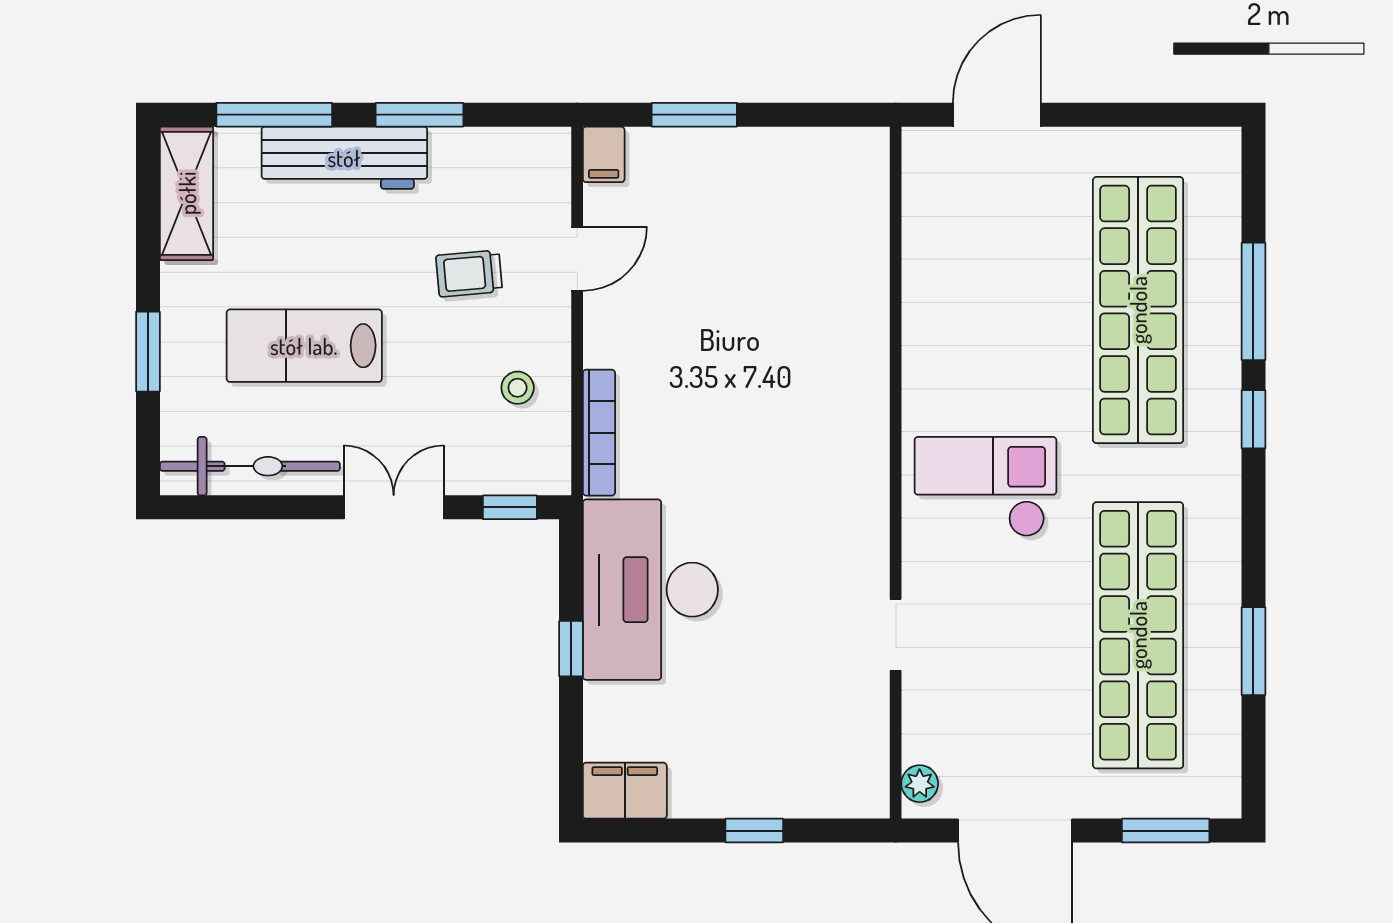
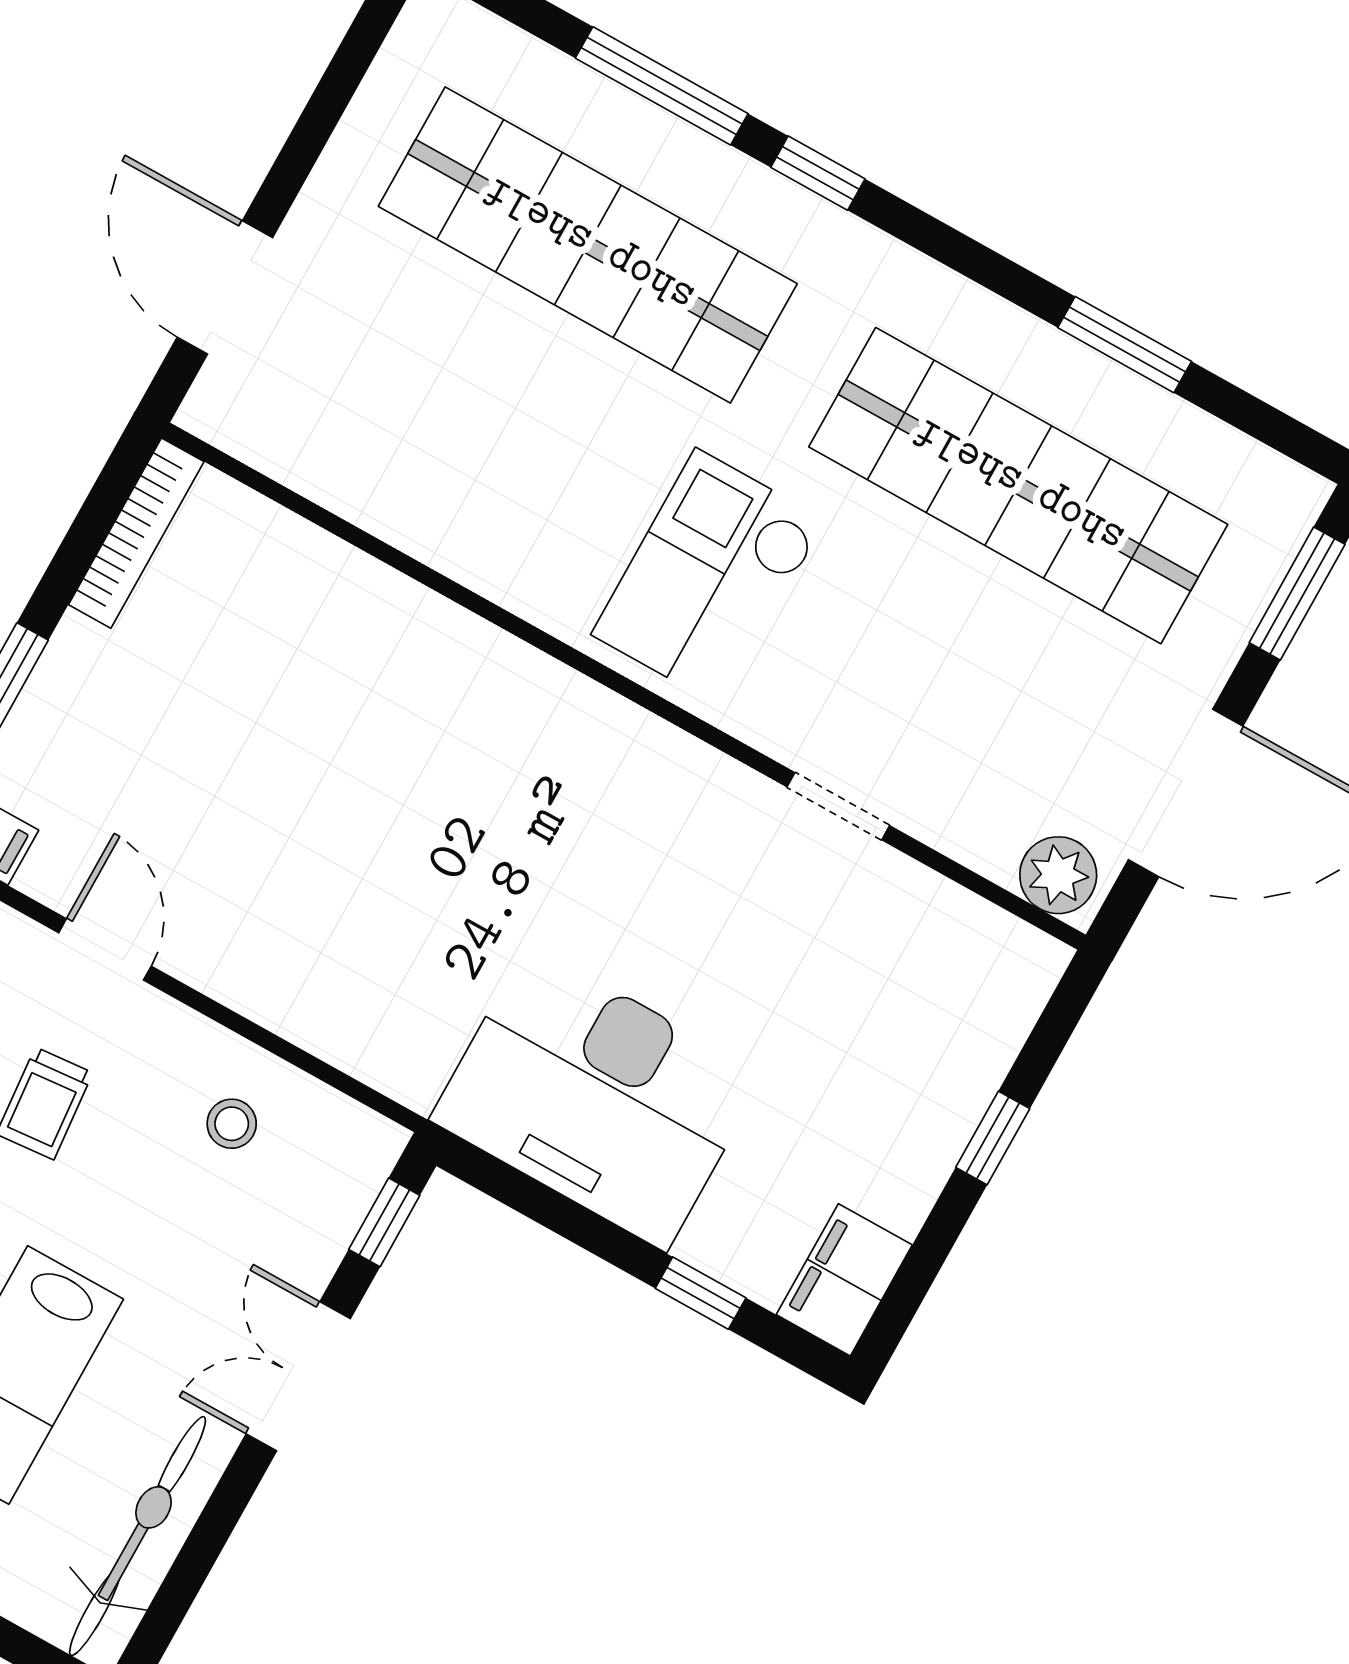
bookcase: (599, 433) -> (136, 533), moved, turned 90
window: (571, 649) -> (701, 1293), moved
plant: (920, 784) -> (1058, 875), width x1.38, depth x1.38

